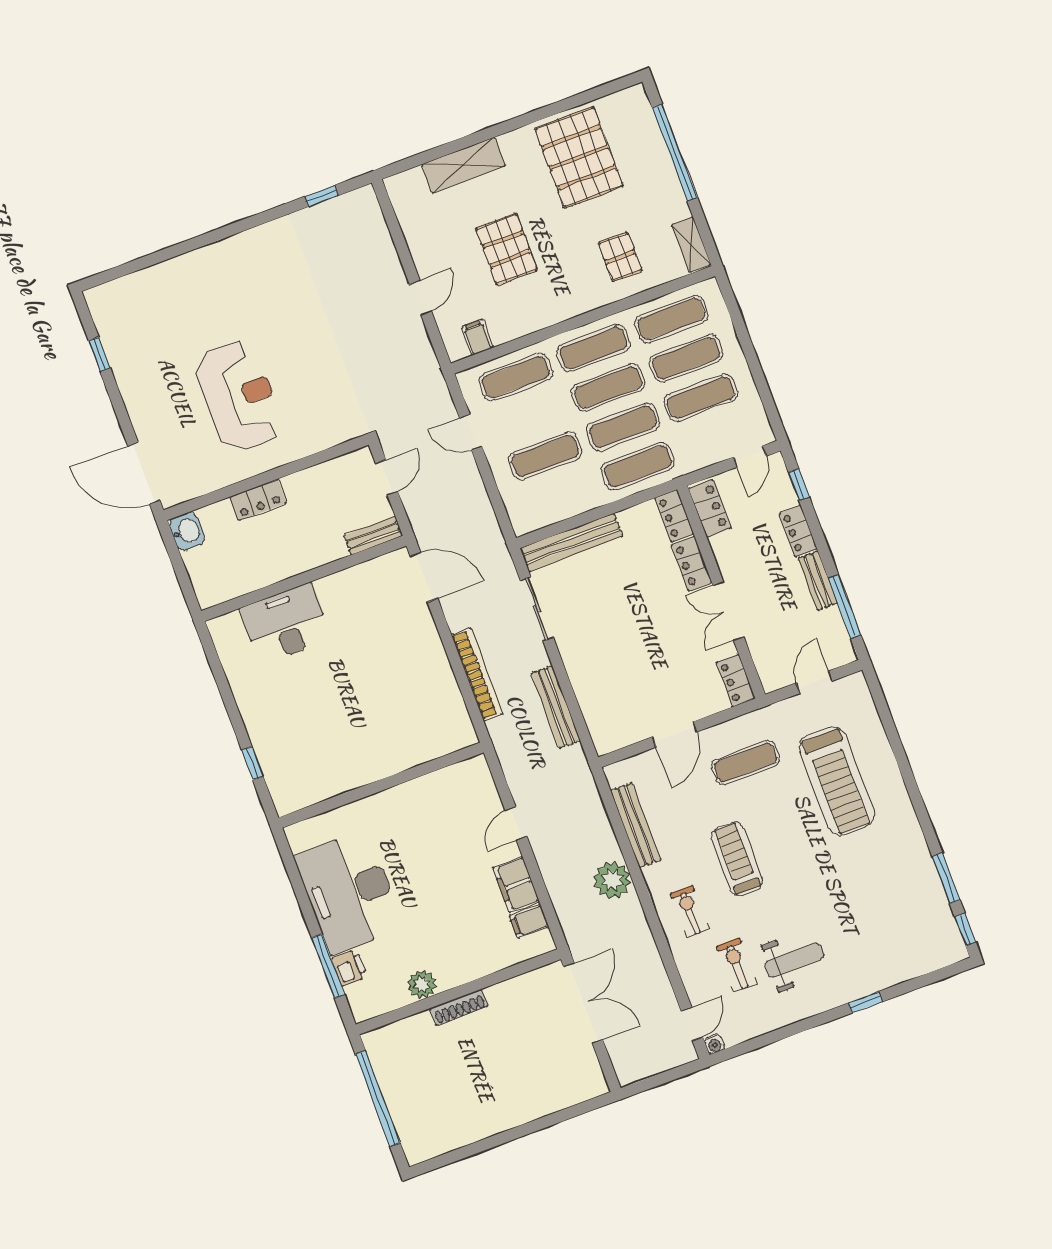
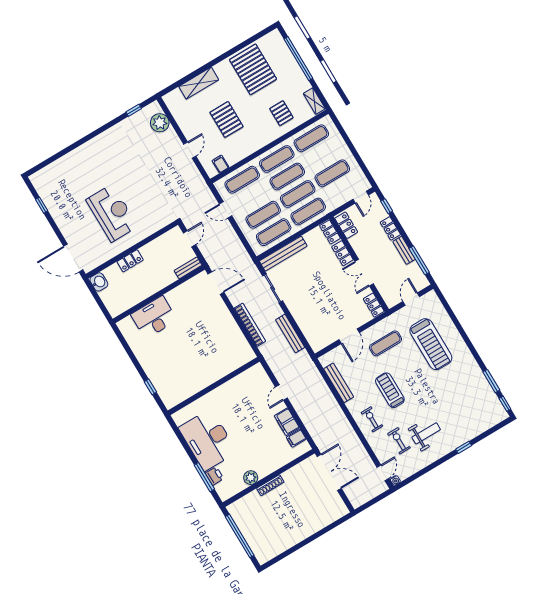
exercise mat: (686, 358) -> (274, 232), moved
plant: (612, 880) -> (160, 123), moved

